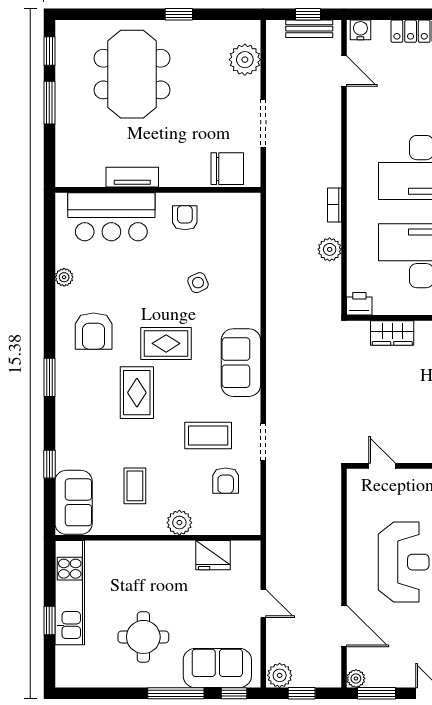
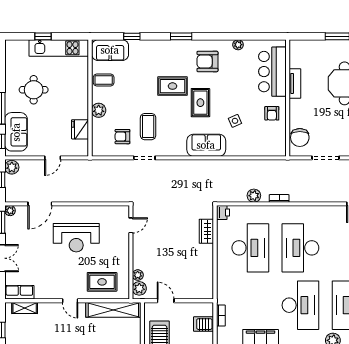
armchair: (185, 218) -> (272, 113), turned 90
sofa: (241, 363) -> (206, 145), moved
coffee table: (135, 486) -> (104, 80), moved

